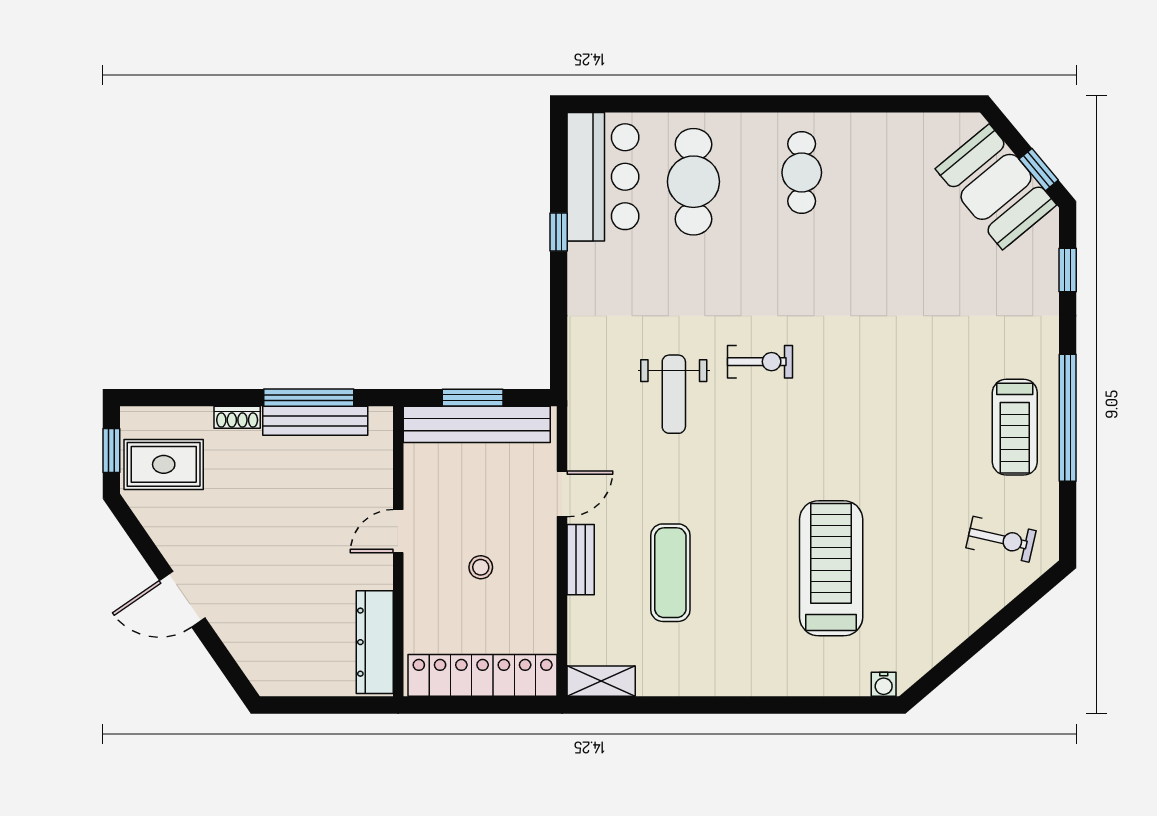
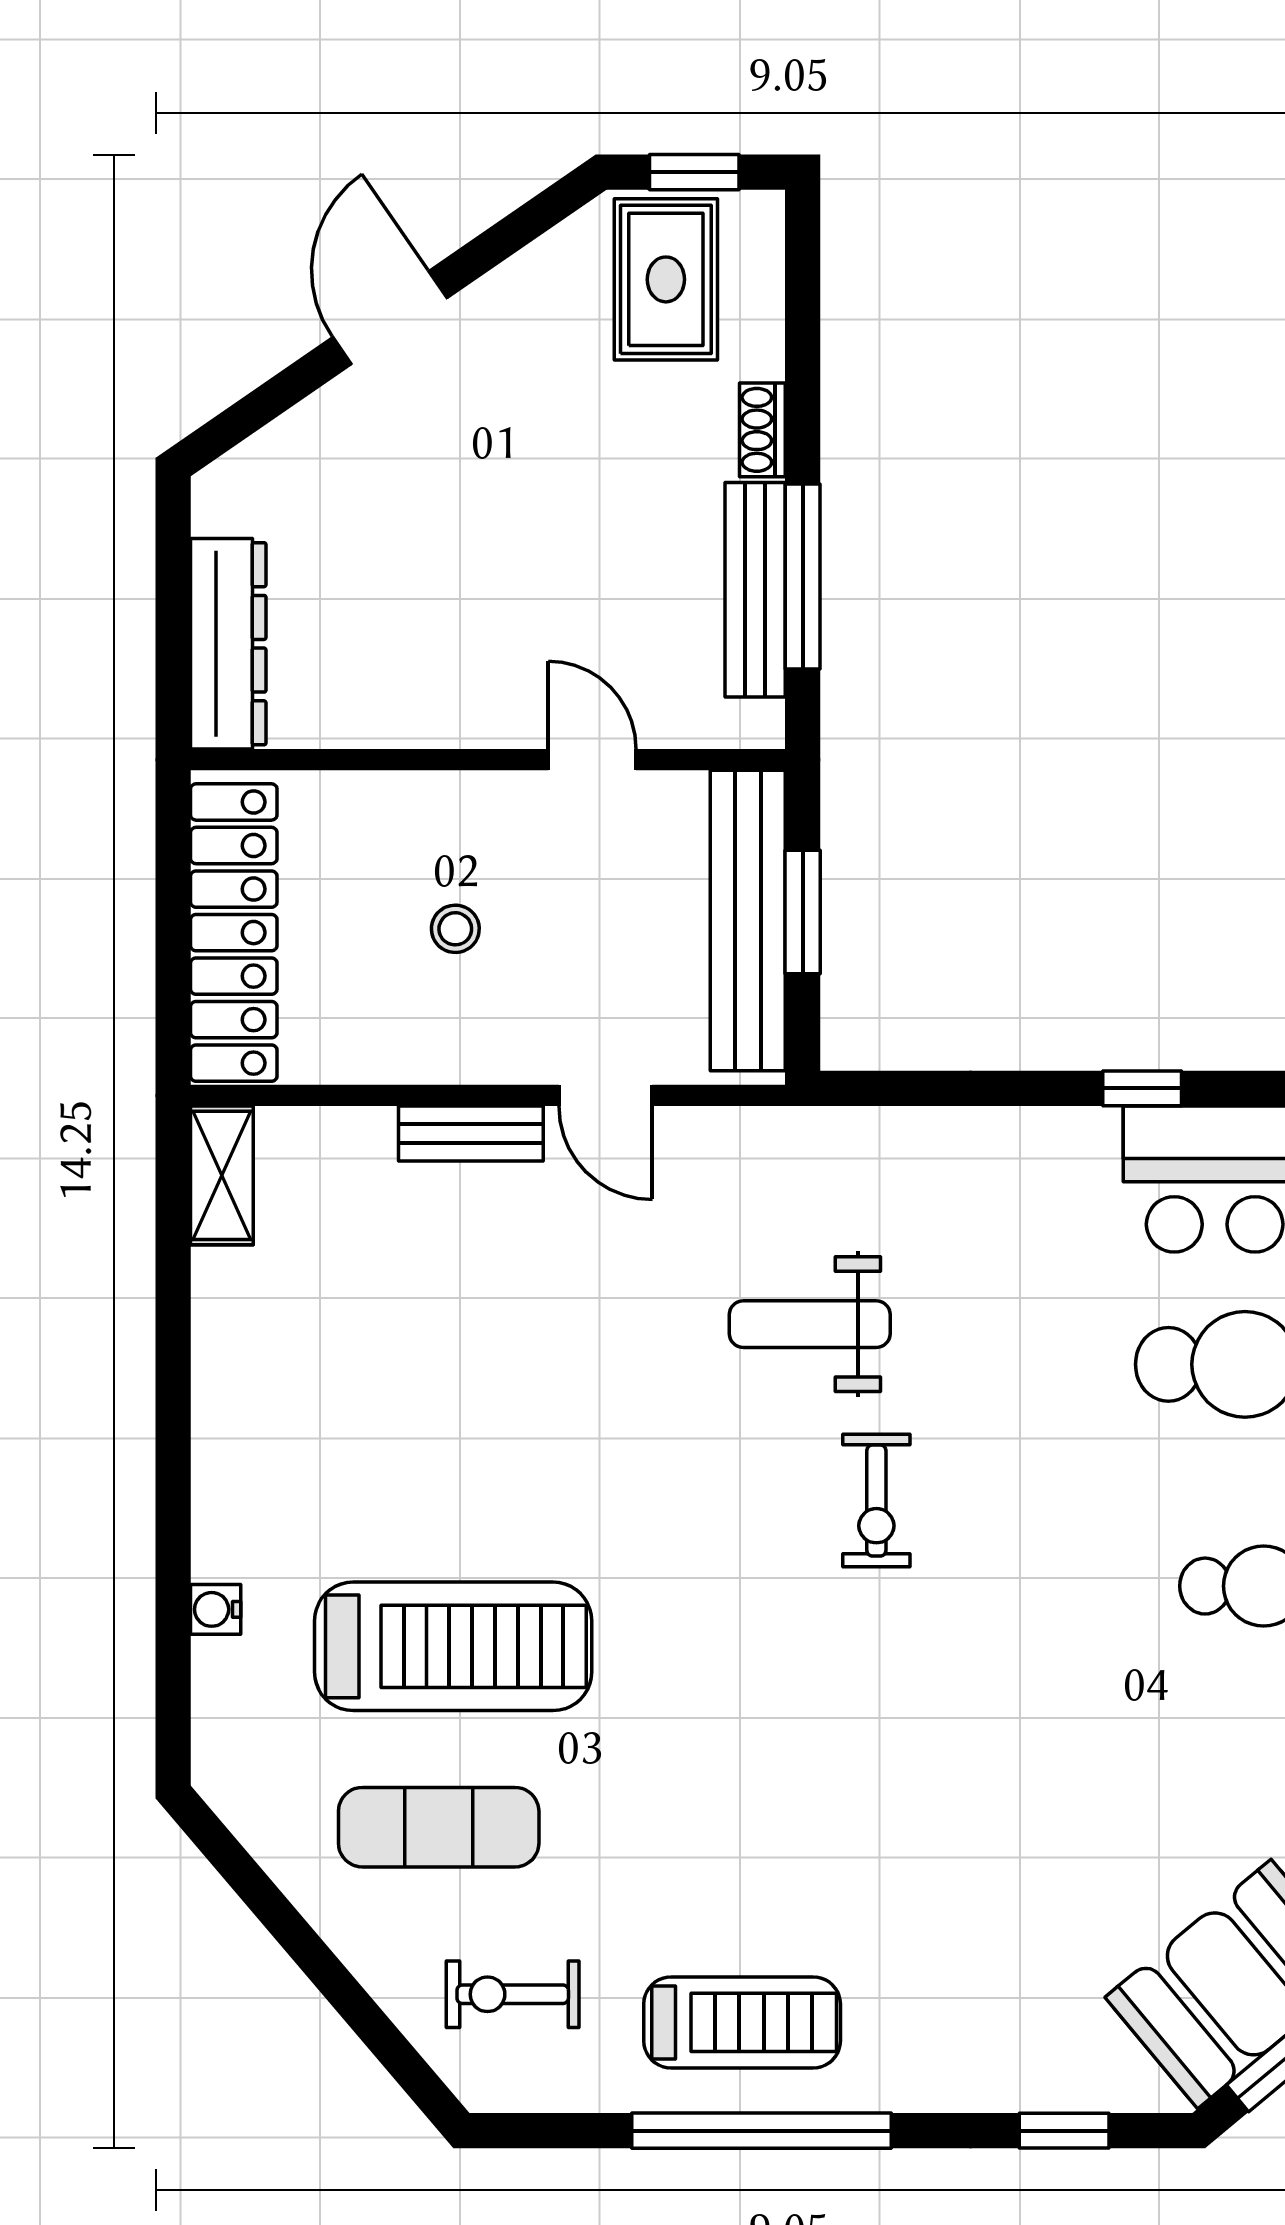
treadmill: (1015, 427) -> (742, 2022), turned 180
door: (398, 531) -> (592, 760), moved
exercise bike: (1001, 539) -> (513, 1994), turned 77
exercise mat: (670, 573) -> (439, 1827), moved
dresser: (375, 642) -> (228, 644), moved, turned 90
water cooler: (884, 684) -> (216, 1609), moved

